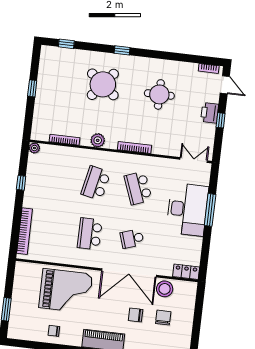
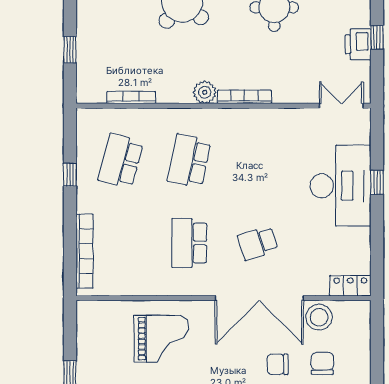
window: (32, 88) -> (70, 50), moved
printer: (210, 113) -> (358, 44), moved
plant: (98, 140) -> (205, 92), moved
plant: (34, 148) -> (85, 116), removed
school desk: (138, 188) -> (121, 161), moved, turned 36
window: (210, 210) -> (377, 182), width x0.46
grand piano: (66, 291) -> (161, 339), width x0.73, depth x0.68

